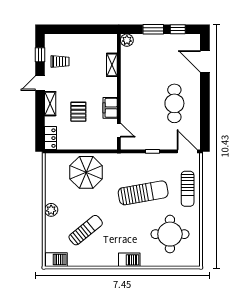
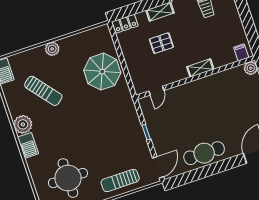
shelving: (112, 65) -> (200, 68), moved
cafe table: (174, 103) -> (204, 153), moved
filing cabinet: (110, 108) -> (241, 52), moved, width x0.50
sun lounger: (143, 193) -> (101, 137), removed
plant: (109, 258) -> (23, 124), added

